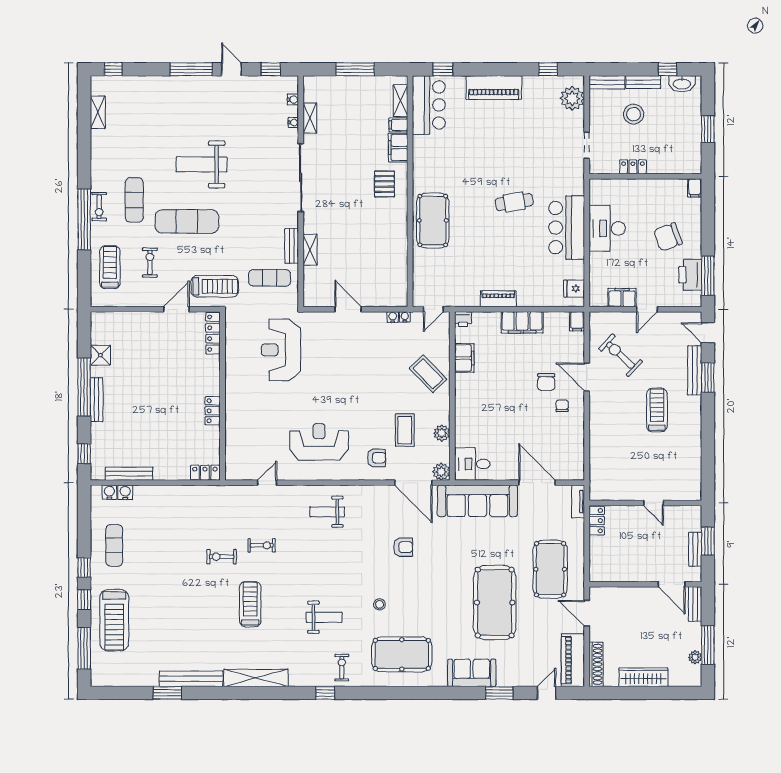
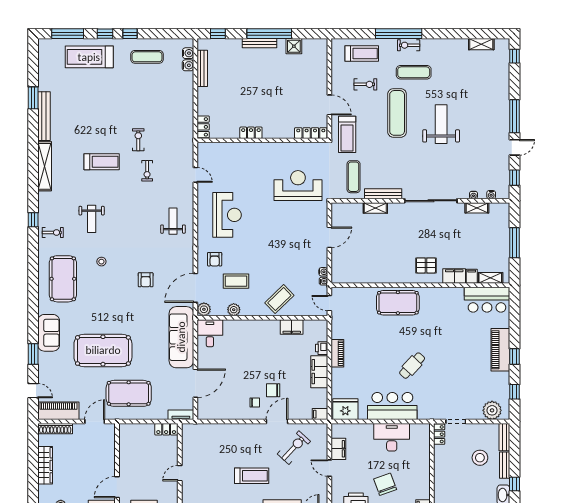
window: (443, 69) -> (515, 356), moved
locker: (633, 167) -> (439, 434), moved
cafe table: (514, 202) -> (412, 366), turned 52
bench: (292, 246) -> (383, 194), width x1.36
fridge: (574, 289) -> (345, 409), width x1.88, depth x1.34
printer: (463, 319) -> (322, 348), moved

